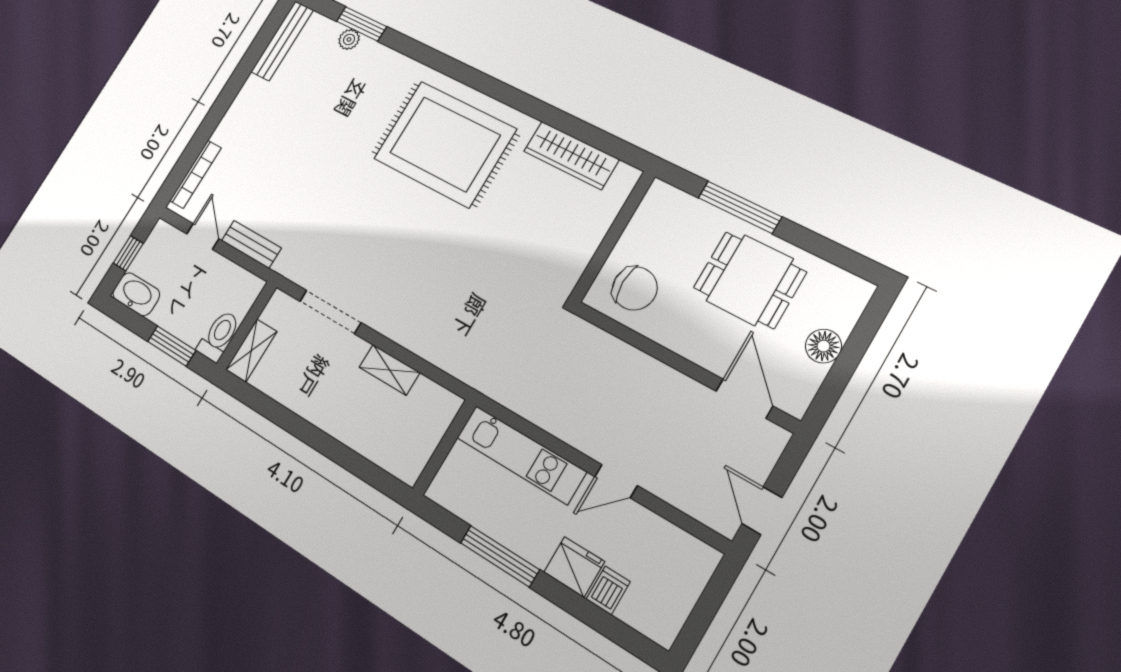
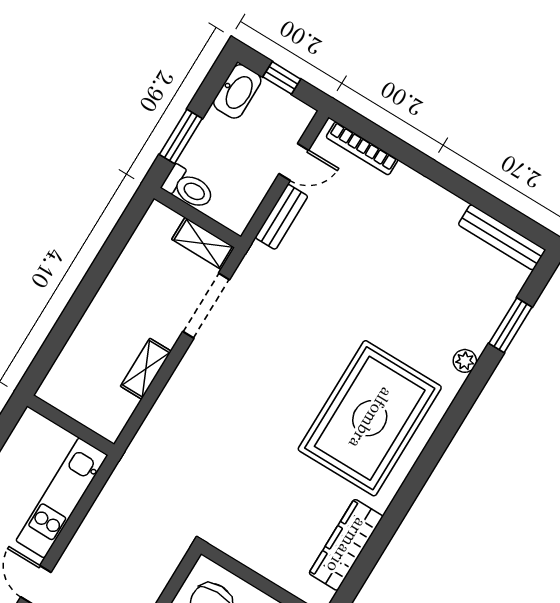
plant: (349, 39) -> (465, 361), moved
shelving: (251, 351) -> (203, 243), moved

